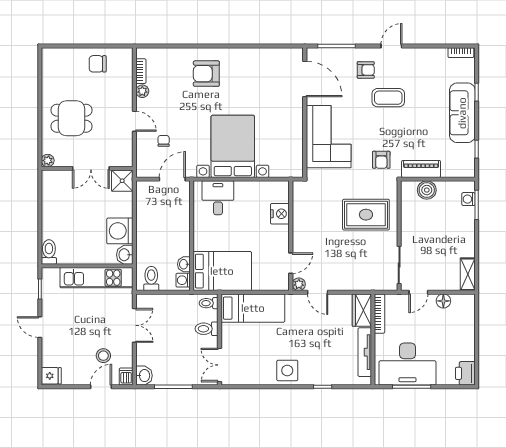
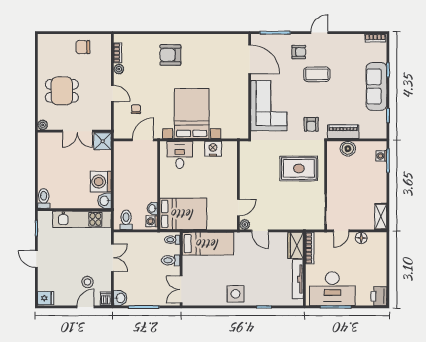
nightstand: (280, 214) -> (213, 149), moved, turned -90

